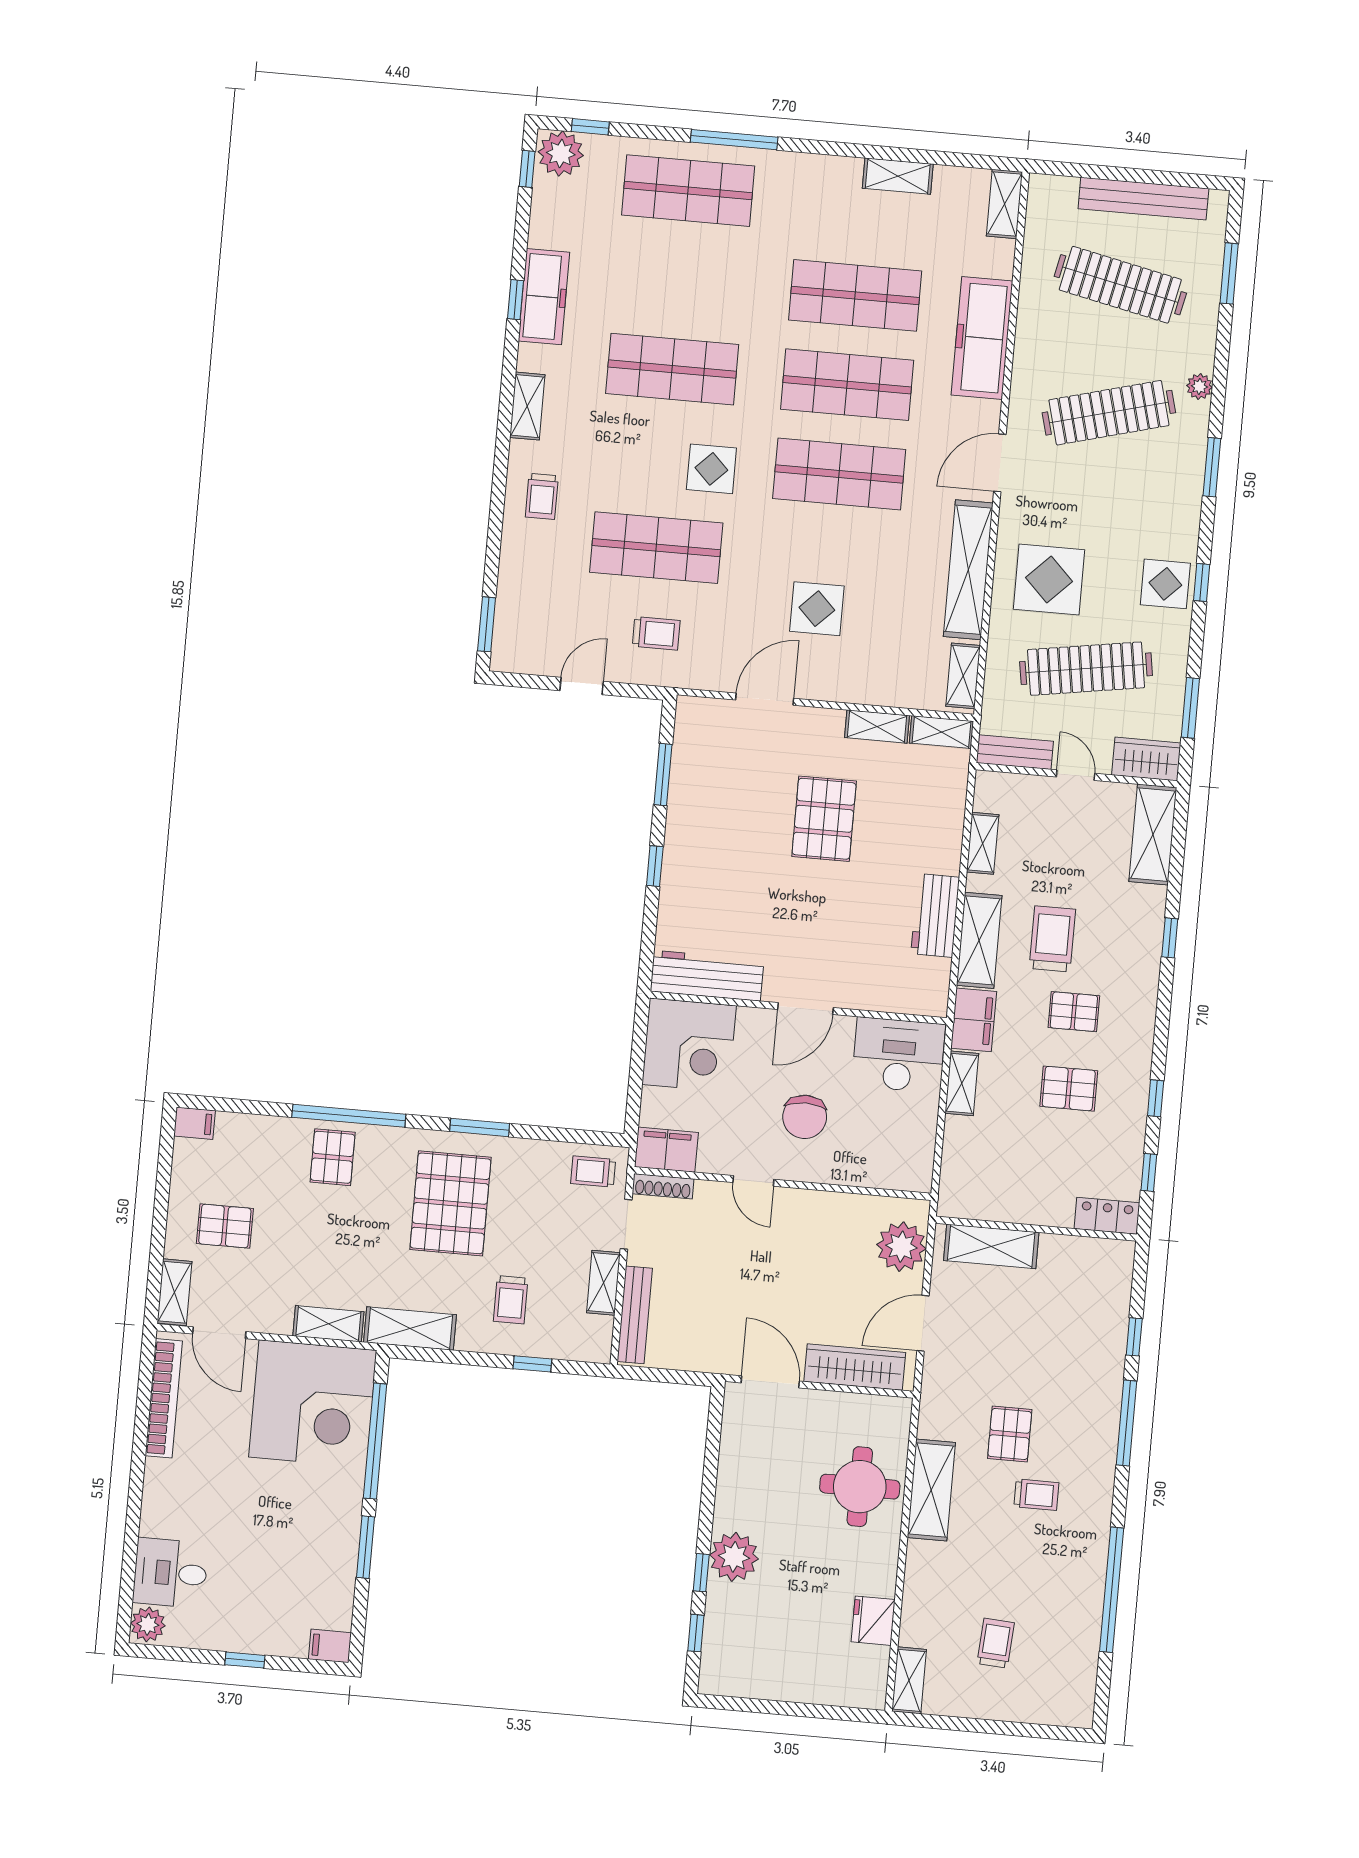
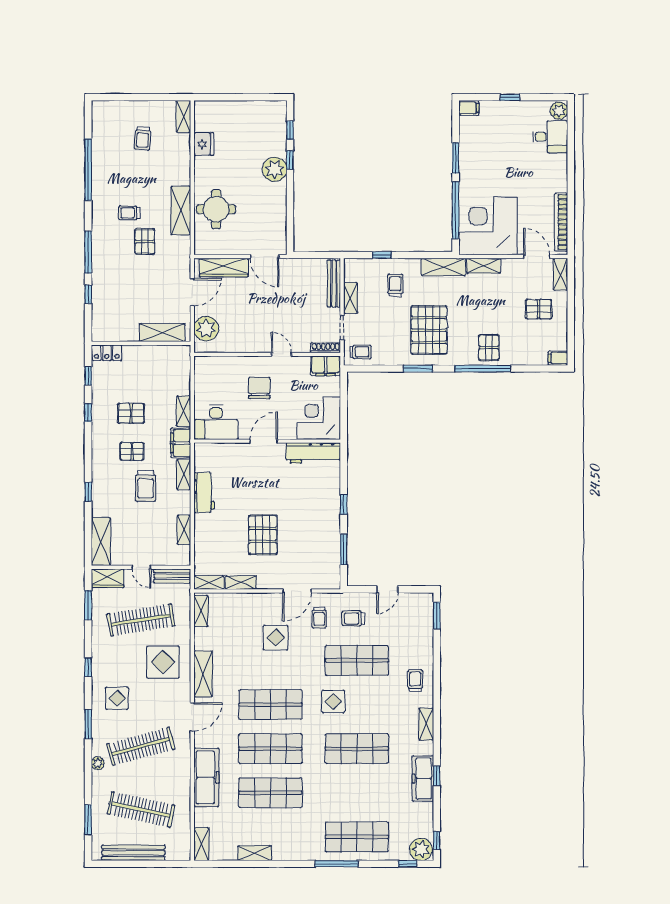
shelving: (968, 570) -> (203, 674), width x0.68
display table: (1165, 584) -> (117, 698), moved
trolley: (725, 641) -> (319, 618), added
shelving: (979, 940) -> (184, 474), width x0.67, depth x0.75

